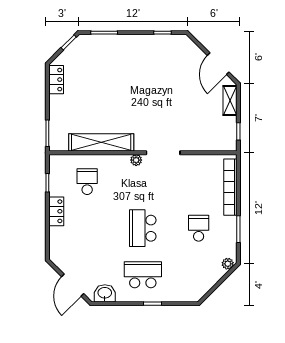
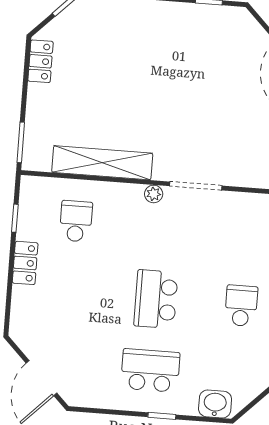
washbasin: (105, 293) -> (215, 404), moved

